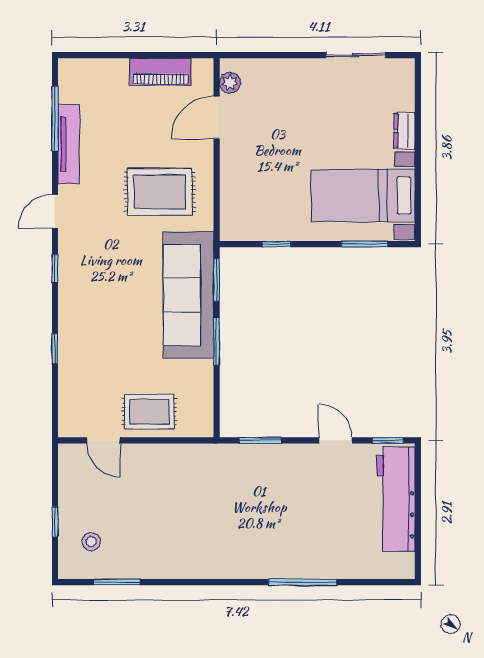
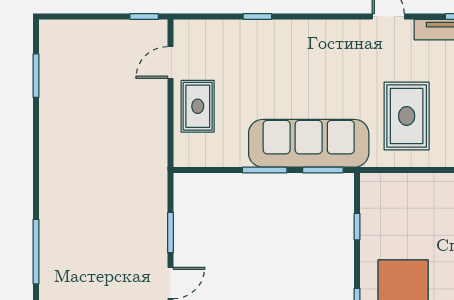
window: (55, 269) -> (334, 17), removed
window: (260, 440) -> (170, 233), moved
window: (55, 522) -> (144, 17), moved
stool: (91, 542) -> (74, 51), removed

